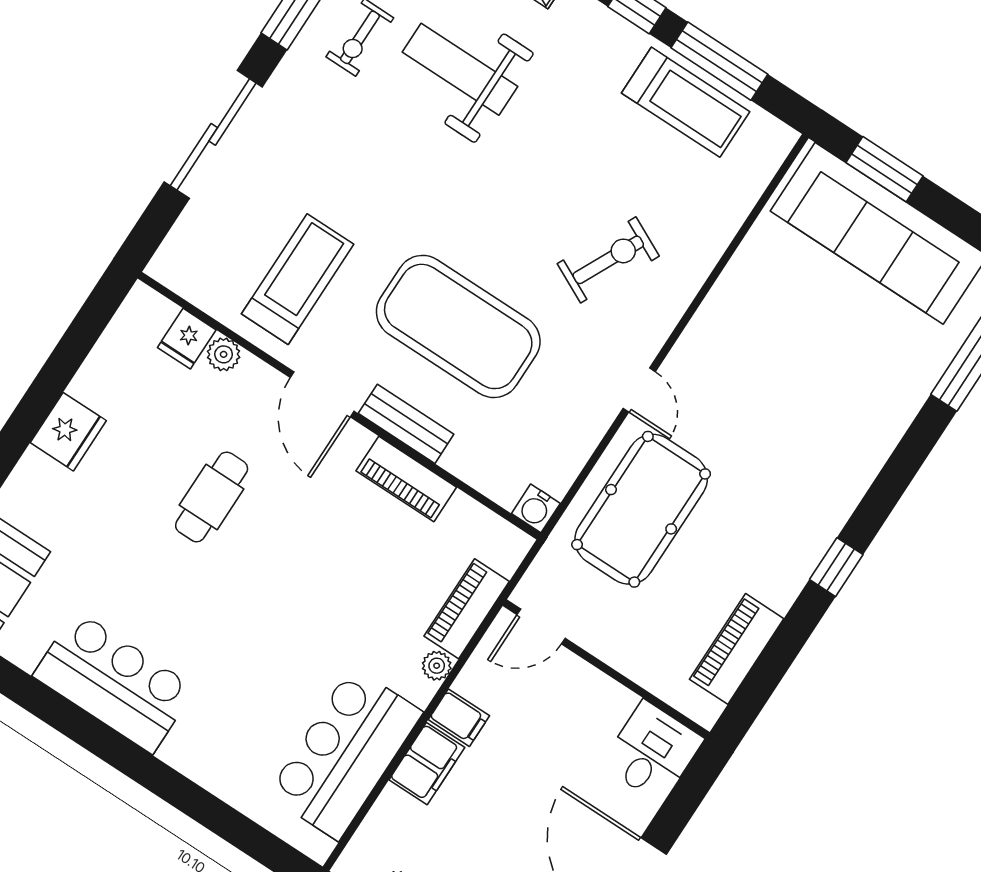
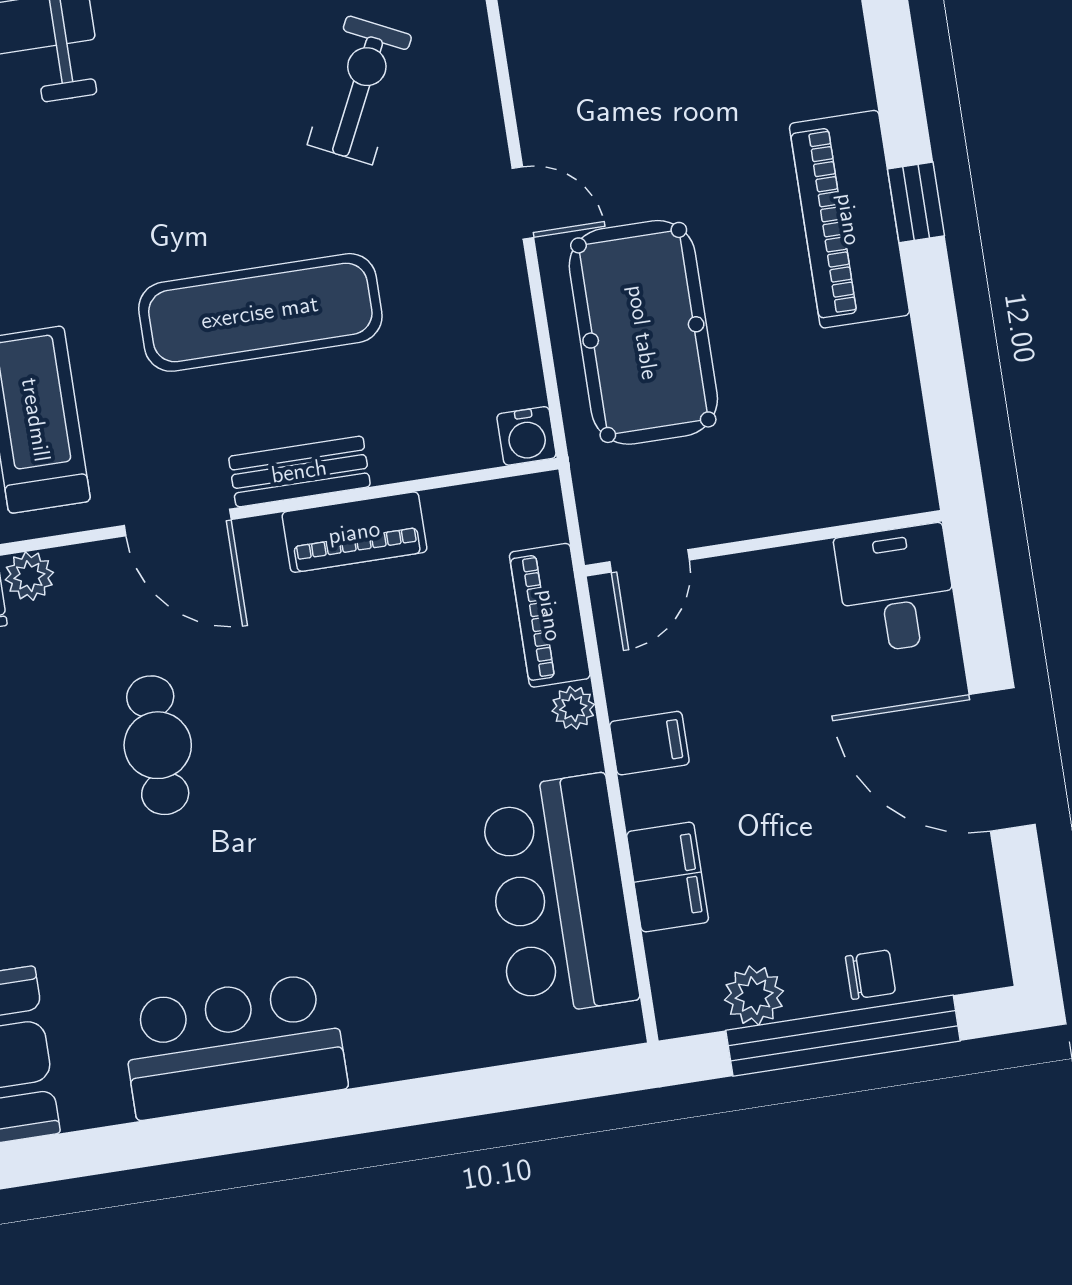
exercise mat: (458, 326) -> (260, 312), width x0.68
piano: (737, 649) -> (849, 219), moved, width x1.37, depth x1.33
filing cabinet: (427, 764) -> (668, 877), moved

